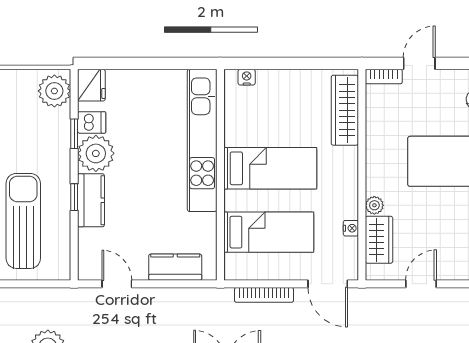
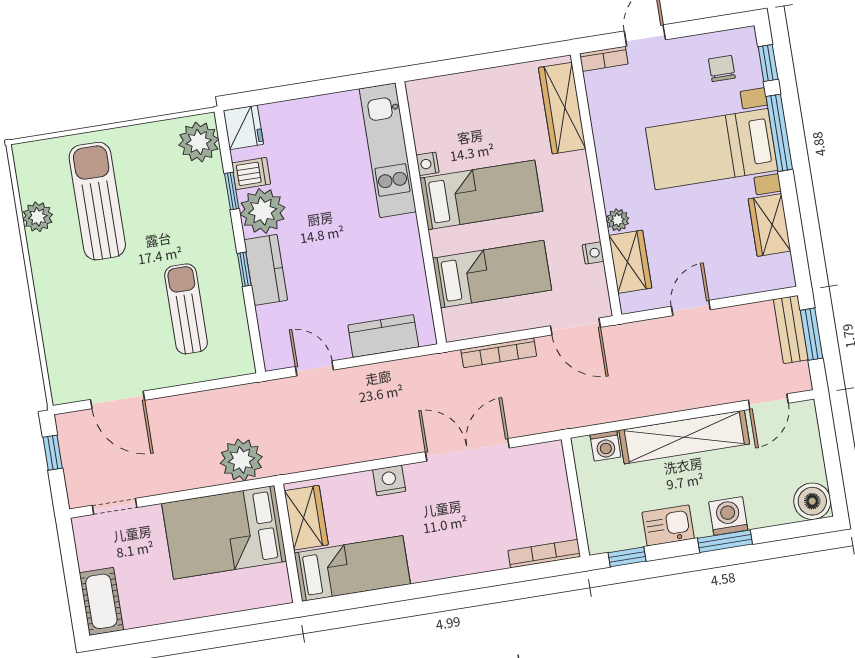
nightstand: (247, 77) -> (428, 164), moved, turned -90
kitchen unit: (202, 140) -> (388, 150), width x0.73
sun lounger: (23, 221) -> (186, 309), width x0.73, depth x0.75

